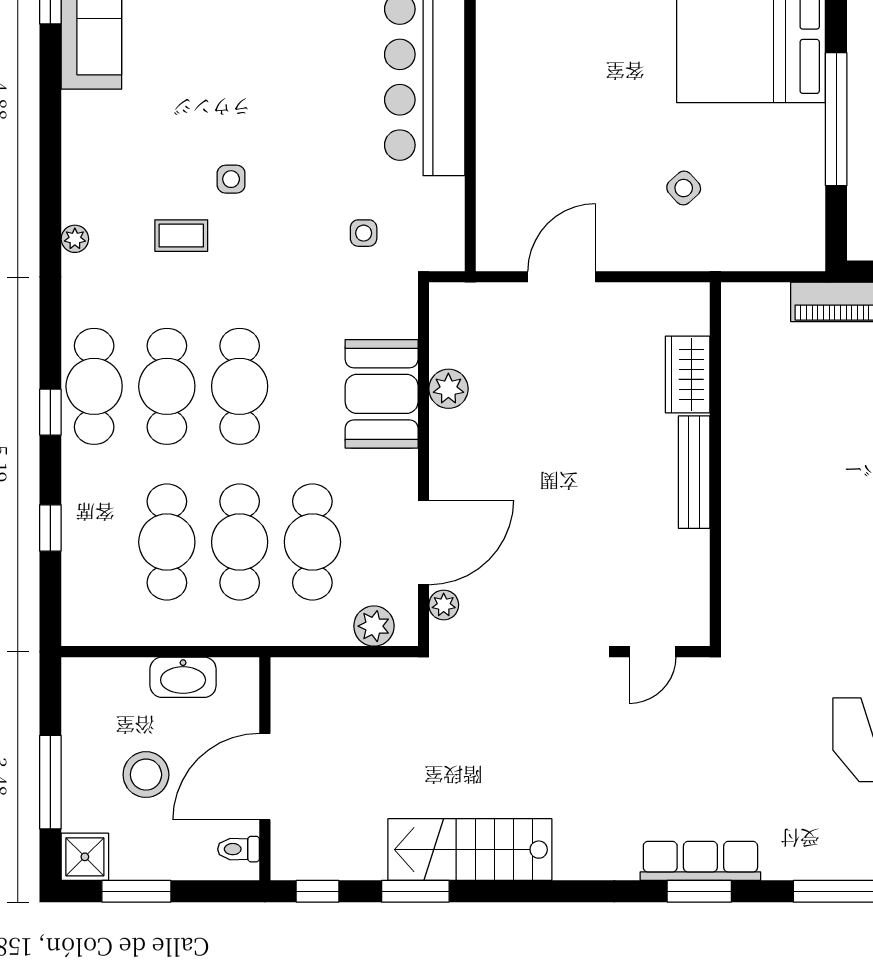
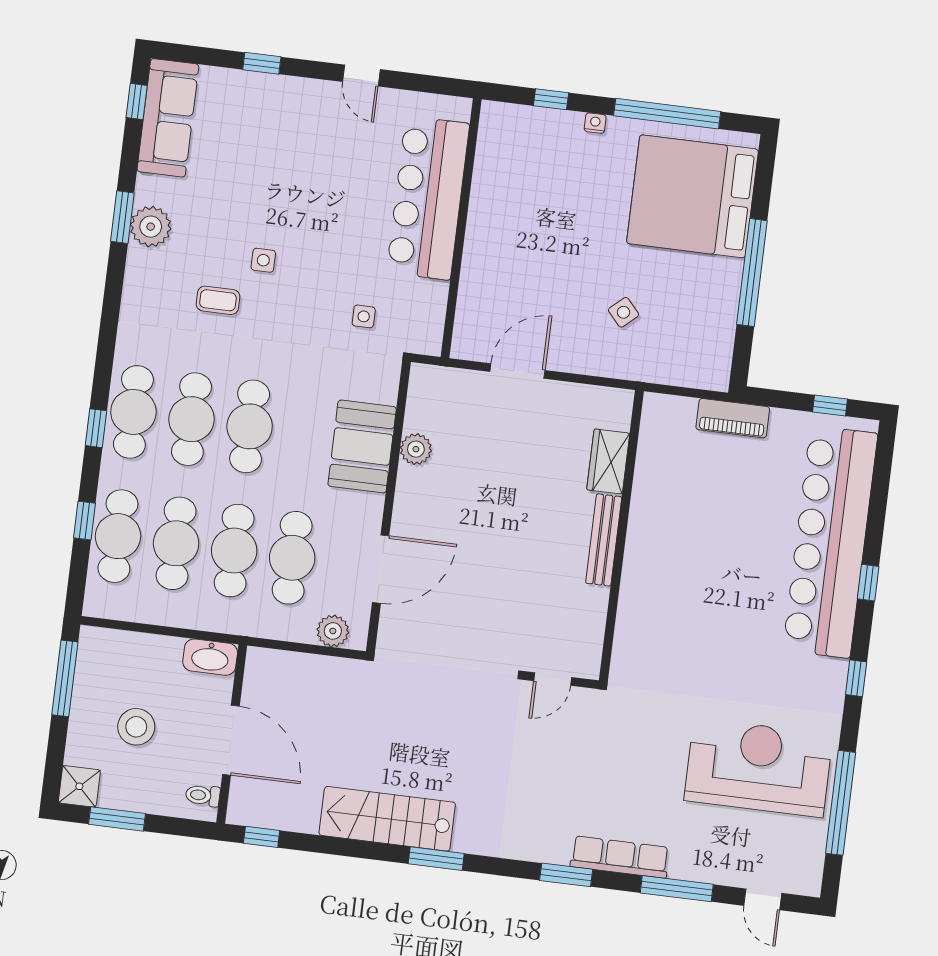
window: (50, 148) -> (122, 217), added
plant: (75, 239) -> (151, 227), moved, width x1.87, depth x1.87
cafe table: (94, 542) -> (118, 536), added
plant: (444, 605) -> (391, 621), removed
washbasin: (183, 677) -> (210, 657), moved
door: (265, 777) -> (231, 740), swing flipped
window: (50, 782) -> (65, 678), moved
row of seats: (700, 861) -> (620, 857), moved
window: (415, 891) -> (436, 859), moved

